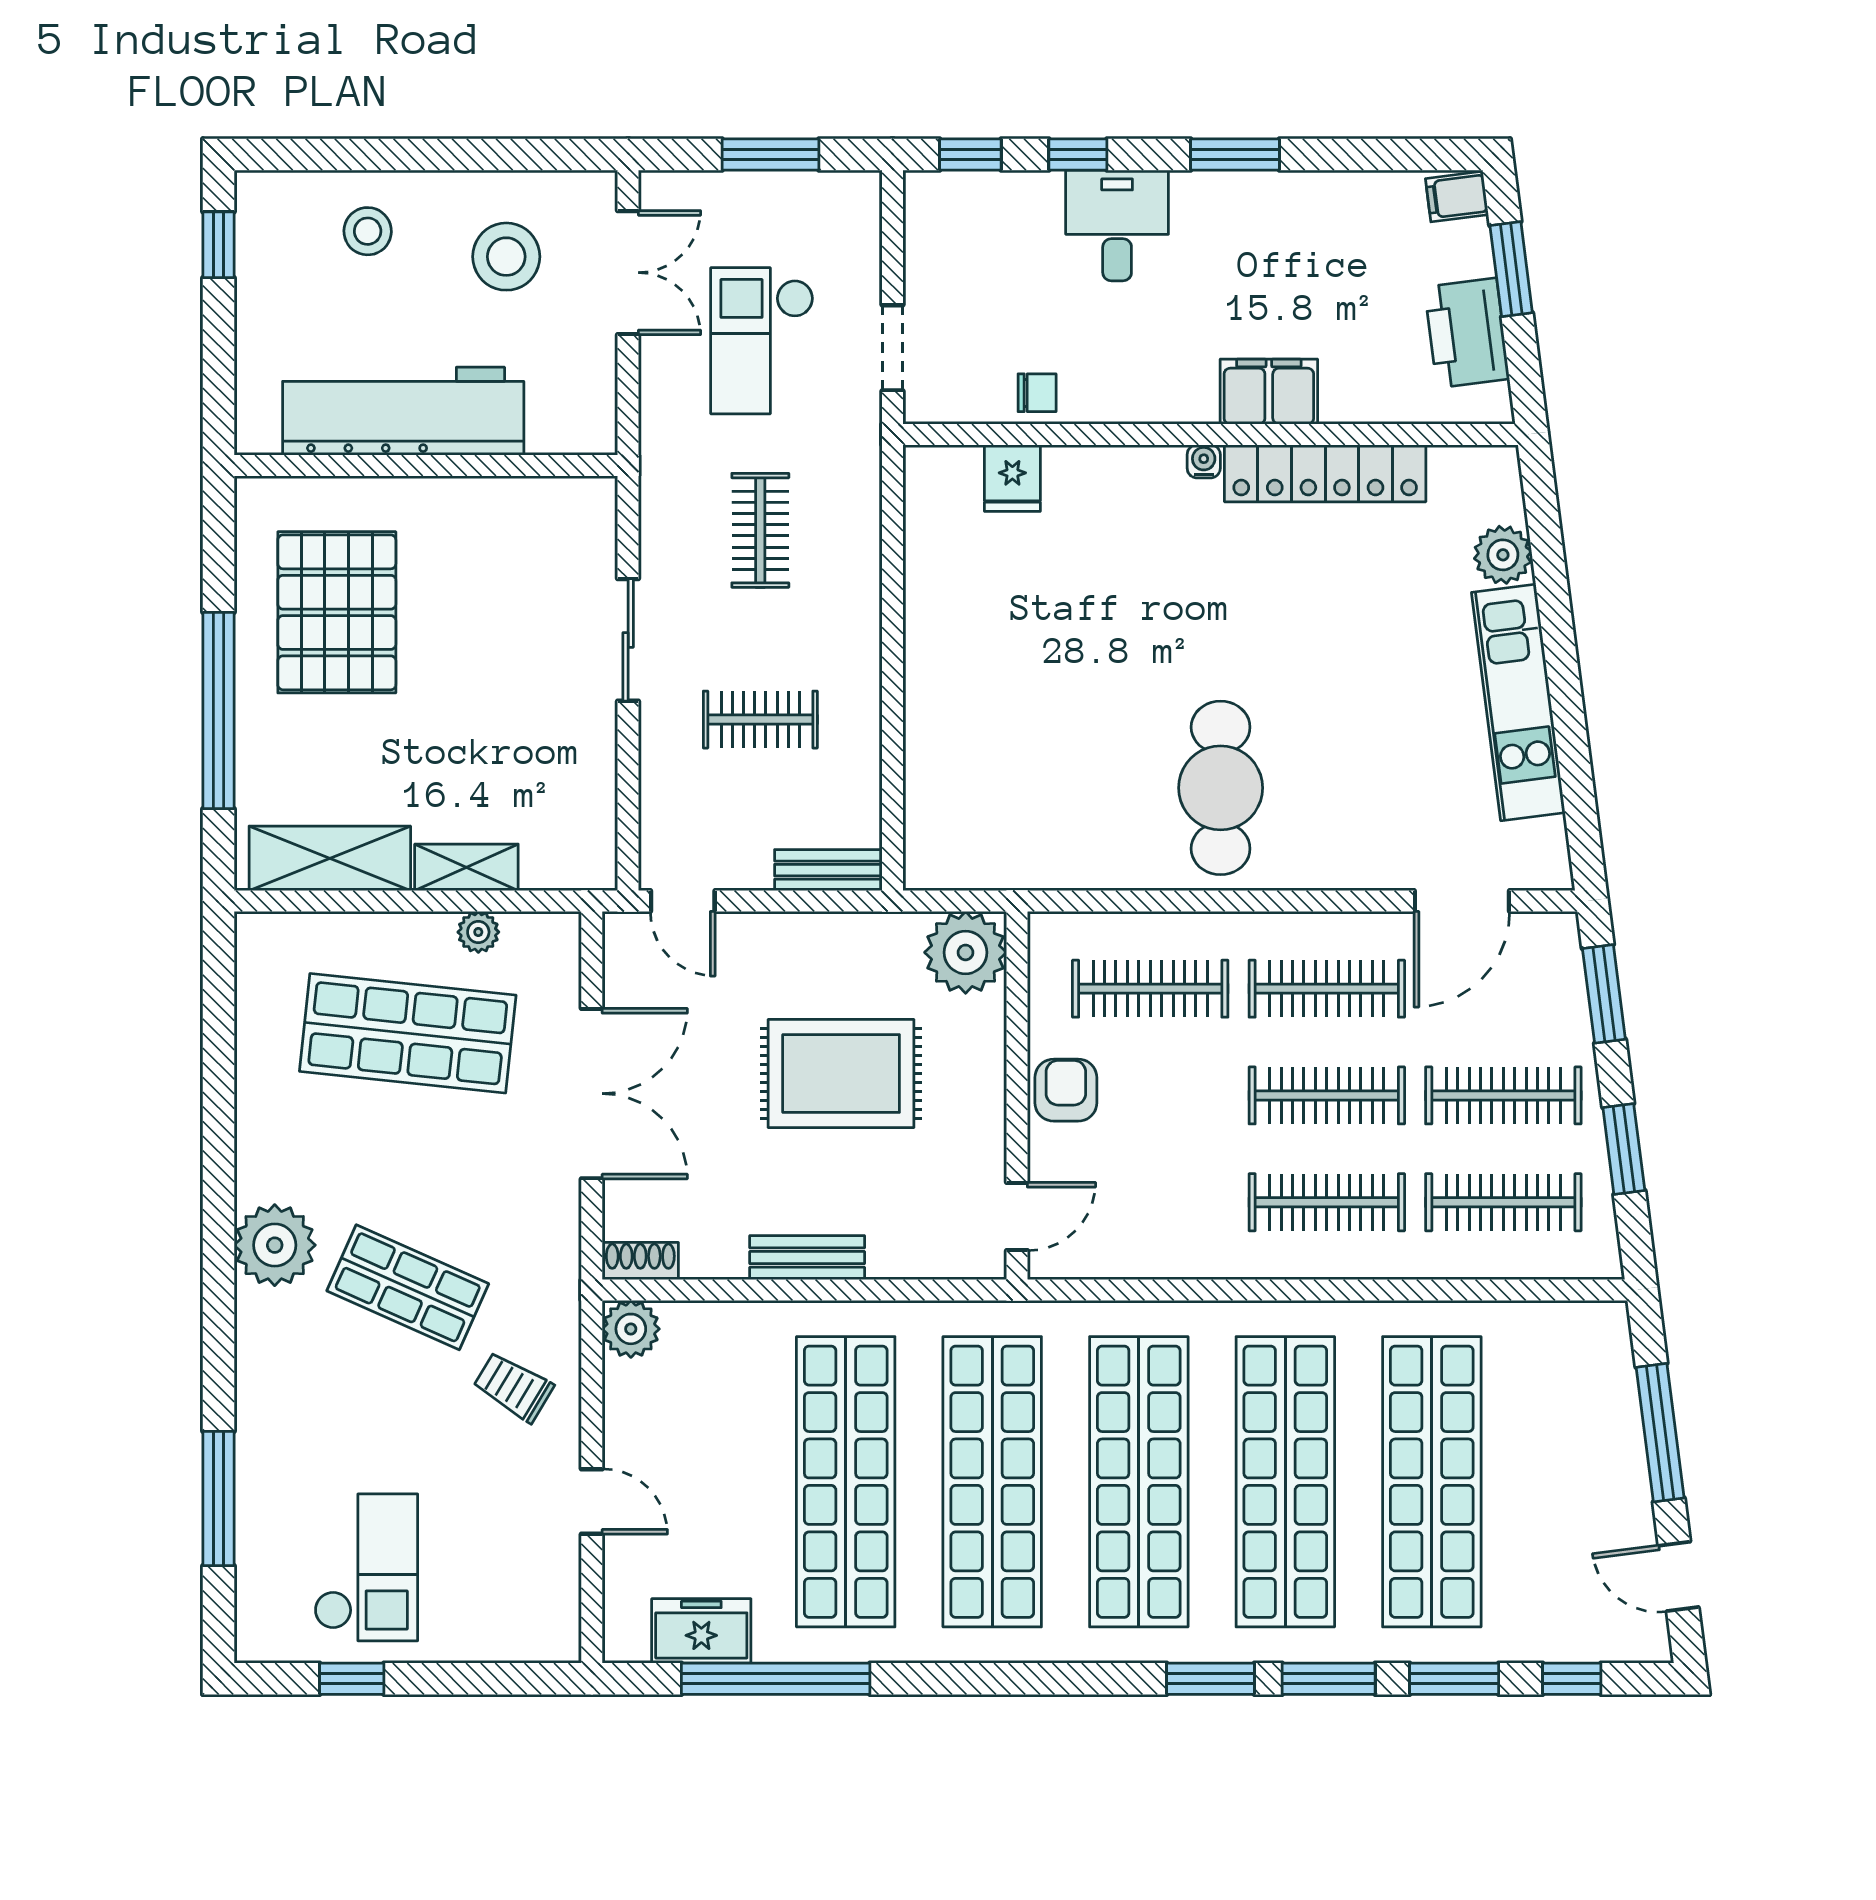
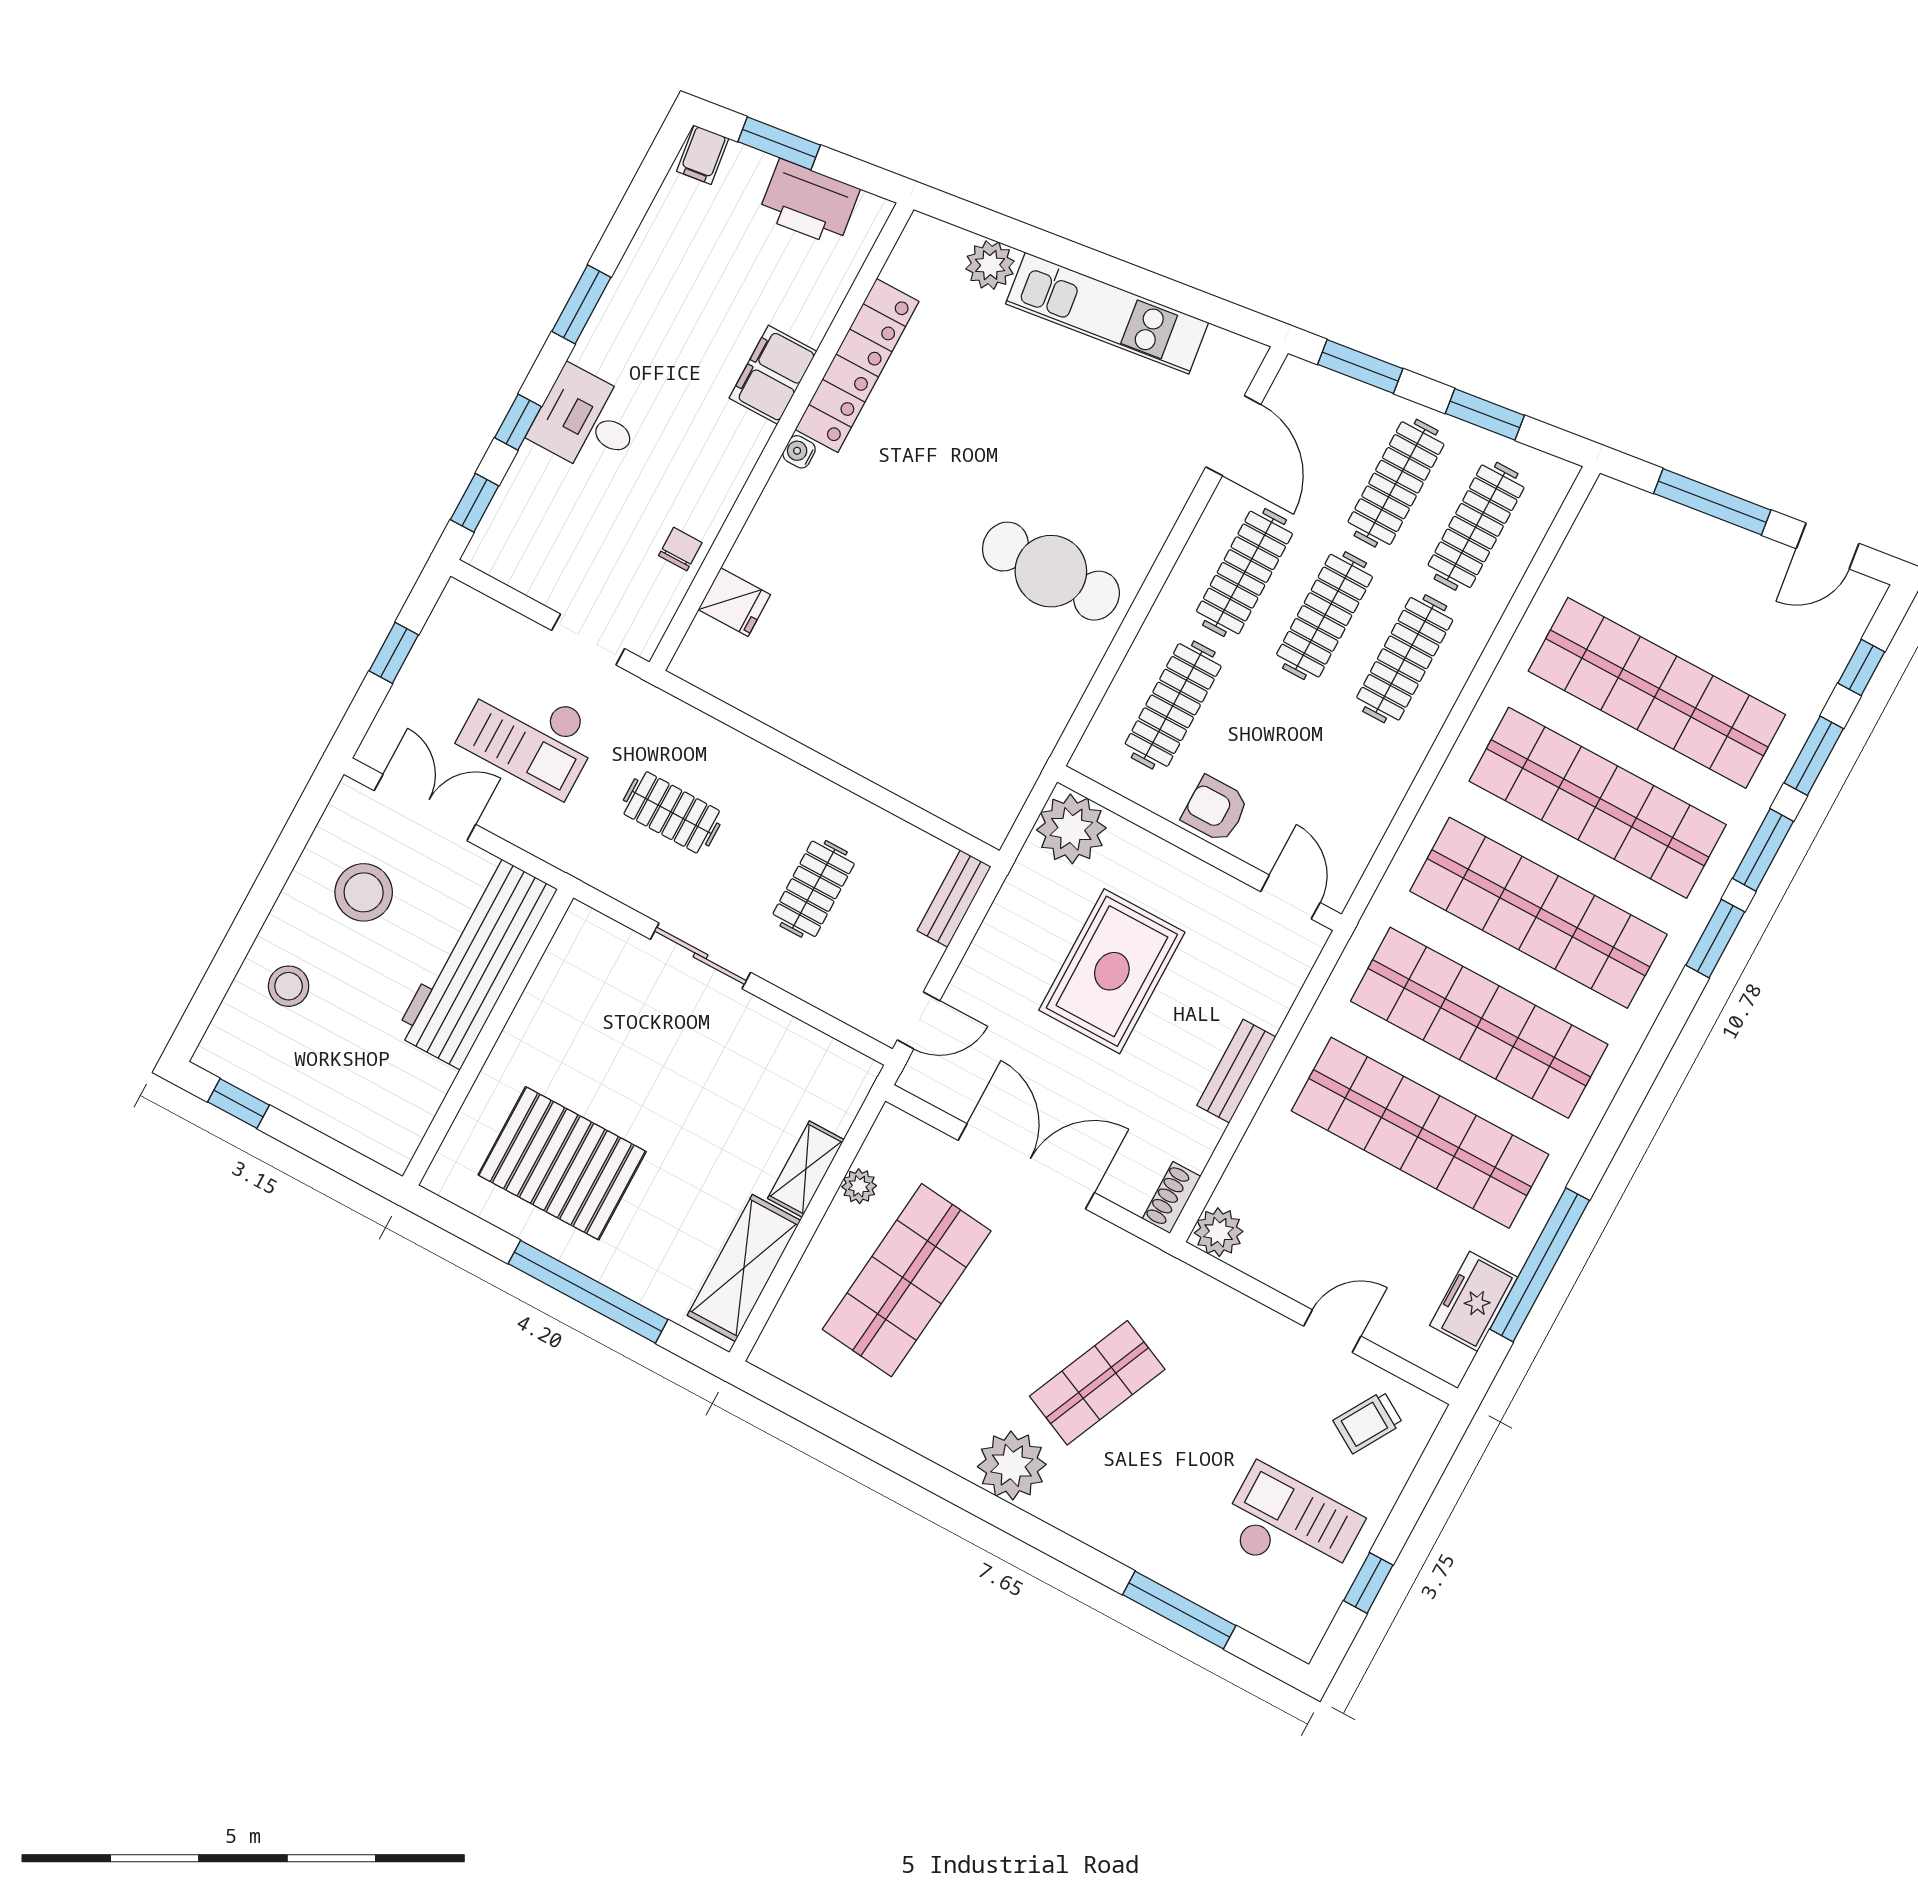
window: (770, 154) -> (394, 653), width x0.67
workbench: (403, 411) -> (476, 962), moved
trolley: (513, 1387) -> (1368, 1422), moved

